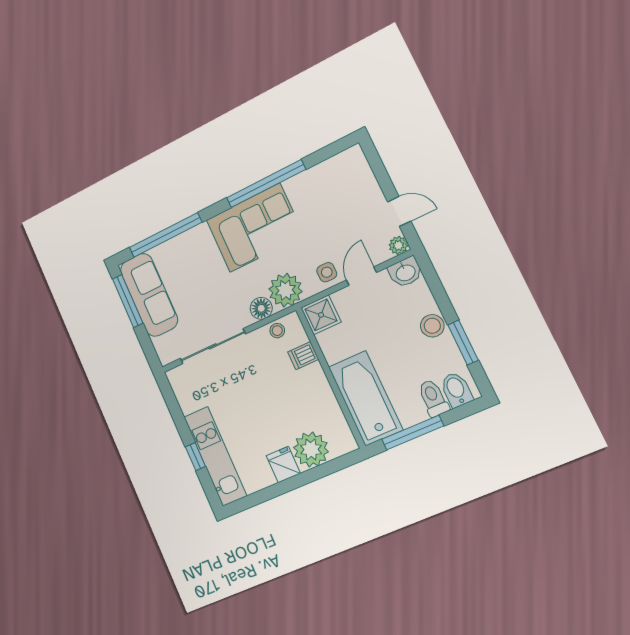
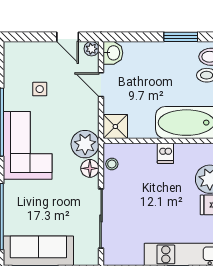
door: (399, 211) -> (68, 37), swing flipped
side table: (327, 272) -> (40, 89), moved
stool: (432, 326) -> (159, 52), removed
dishwasher: (303, 356) -> (165, 153), moved

